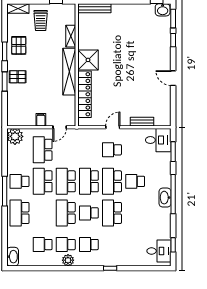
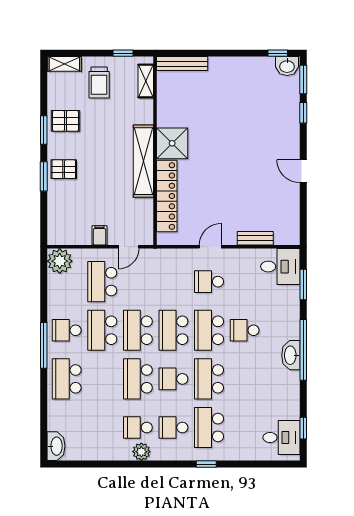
shelving: (71, 36) -> (146, 81), moved
pallet: (19, 45) -> (66, 121), turned 90
school desk: (43, 245) -> (209, 428), moved, width x1.85

